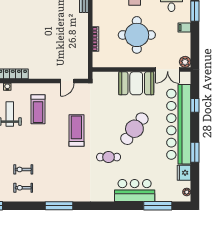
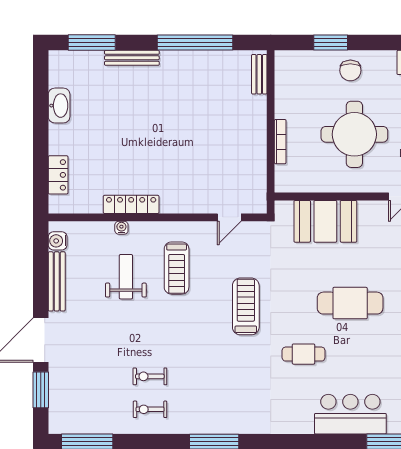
booth: (136, 83) -> (325, 221), moved
cafe table: (134, 129) -> (350, 303), turned 53

